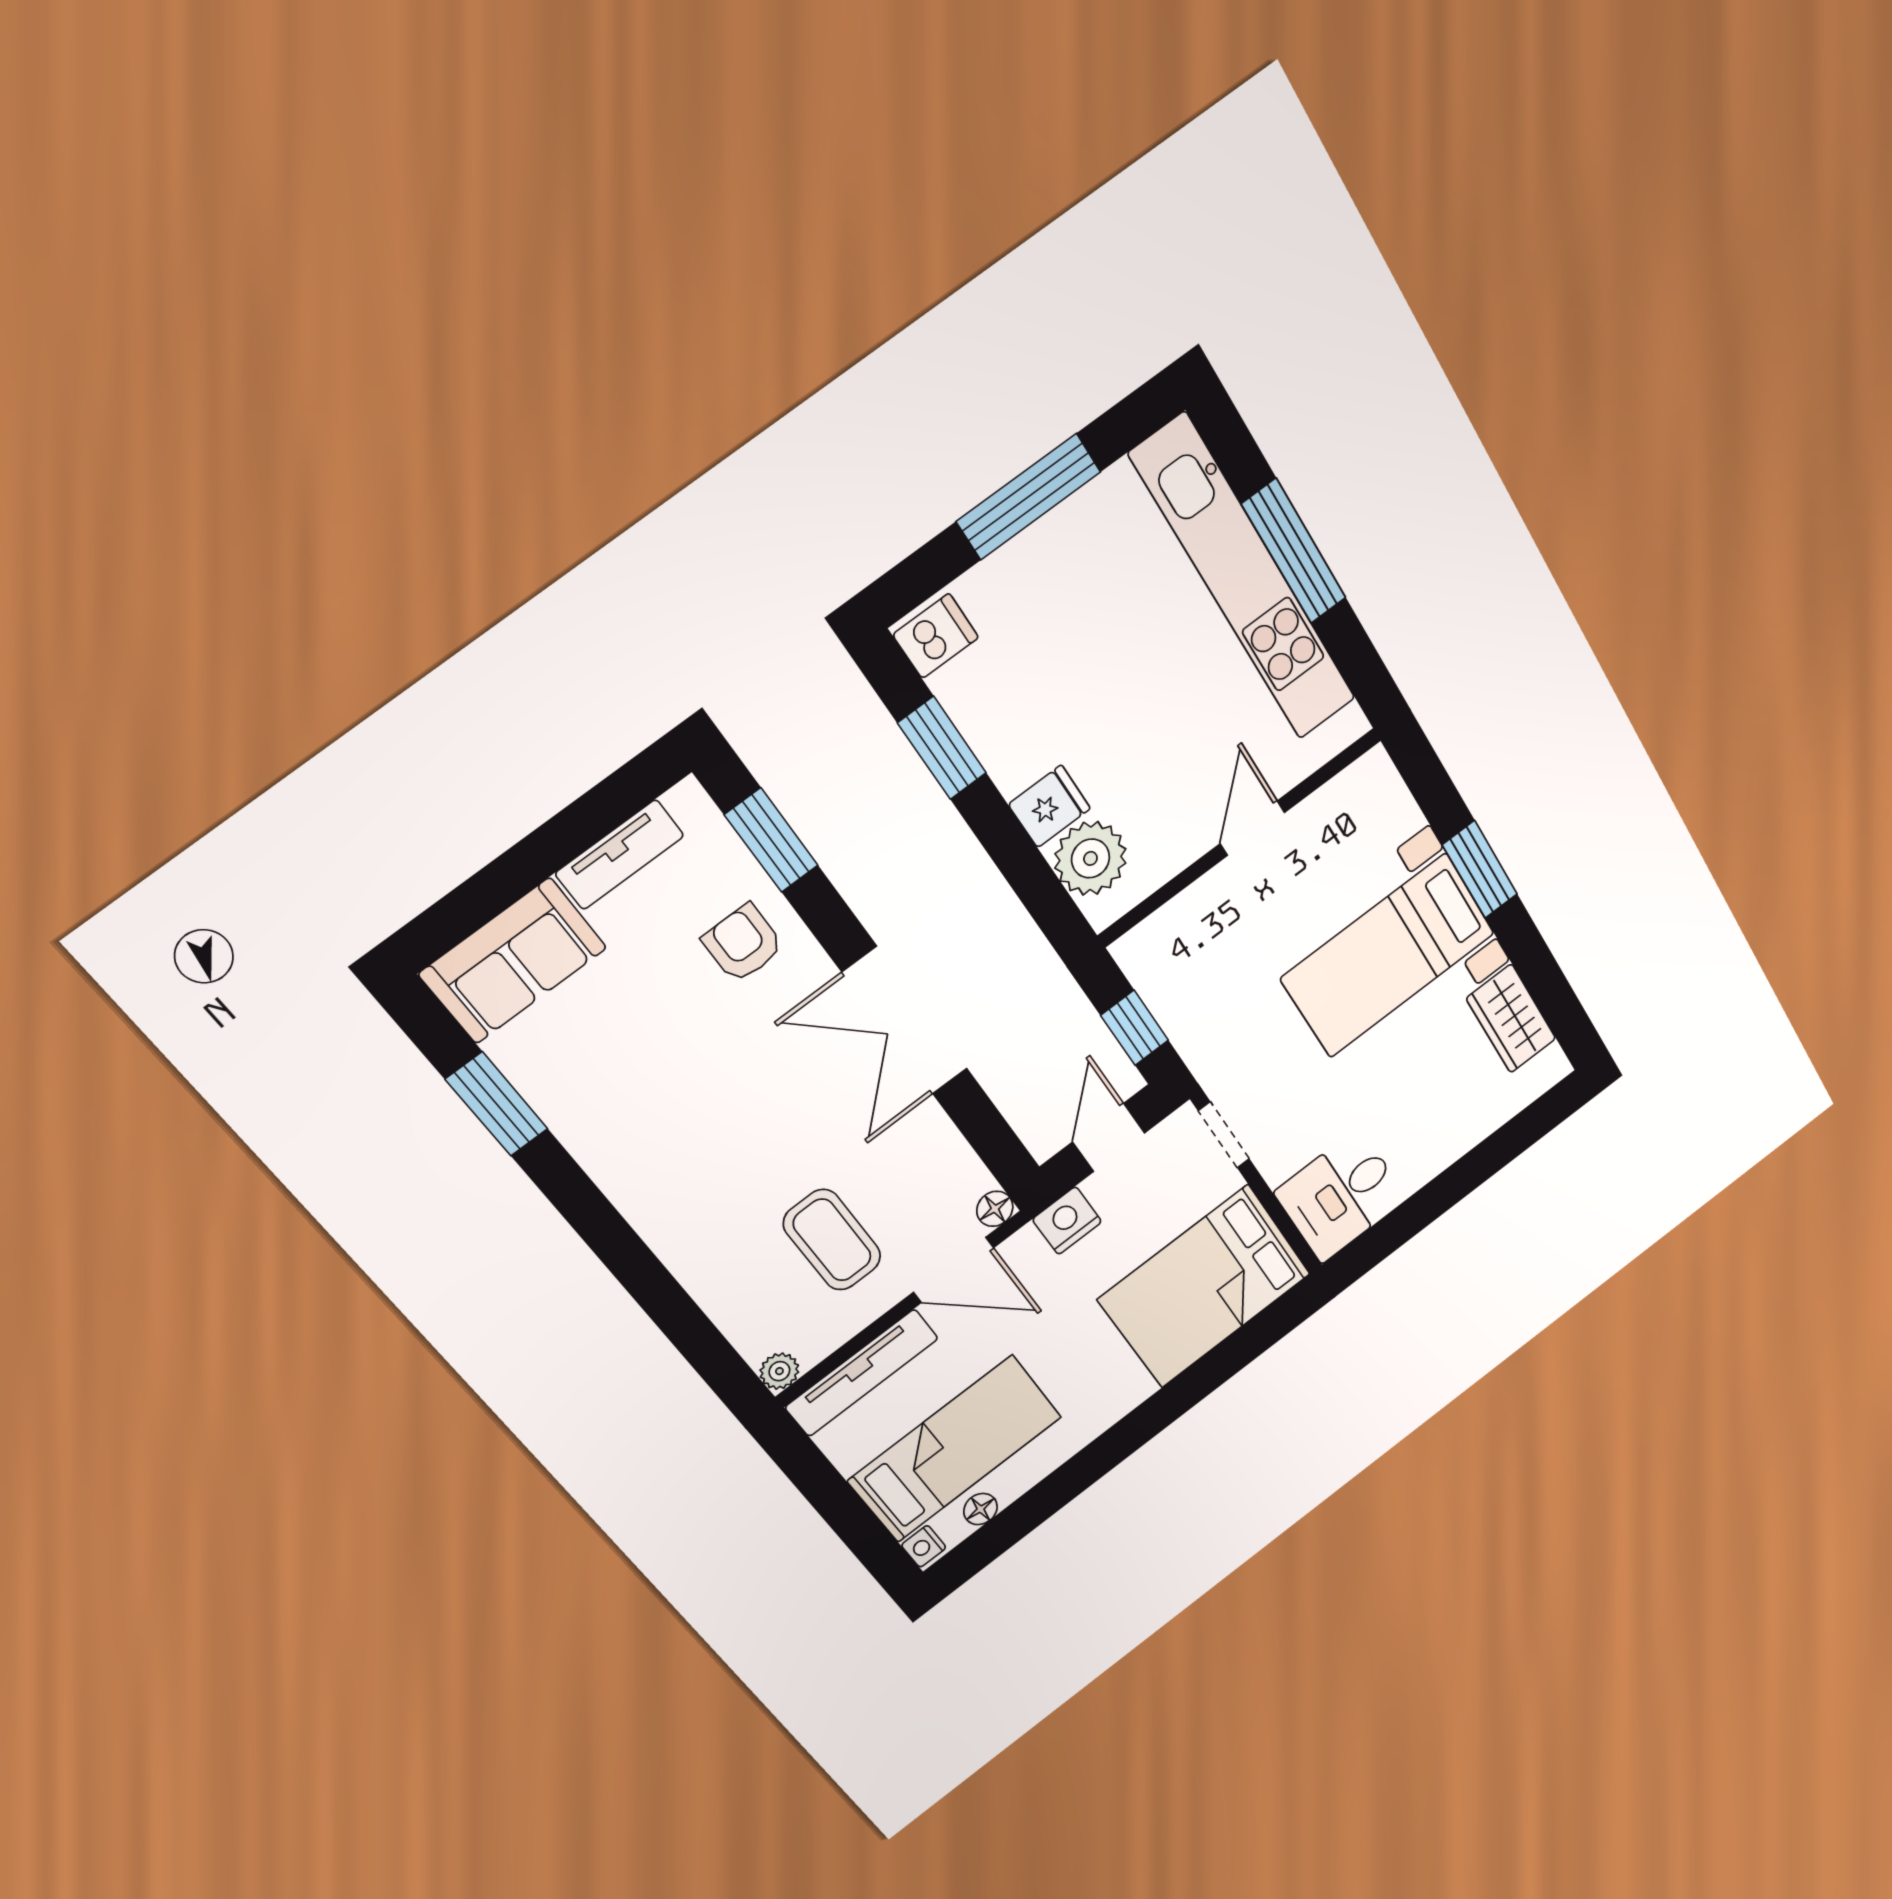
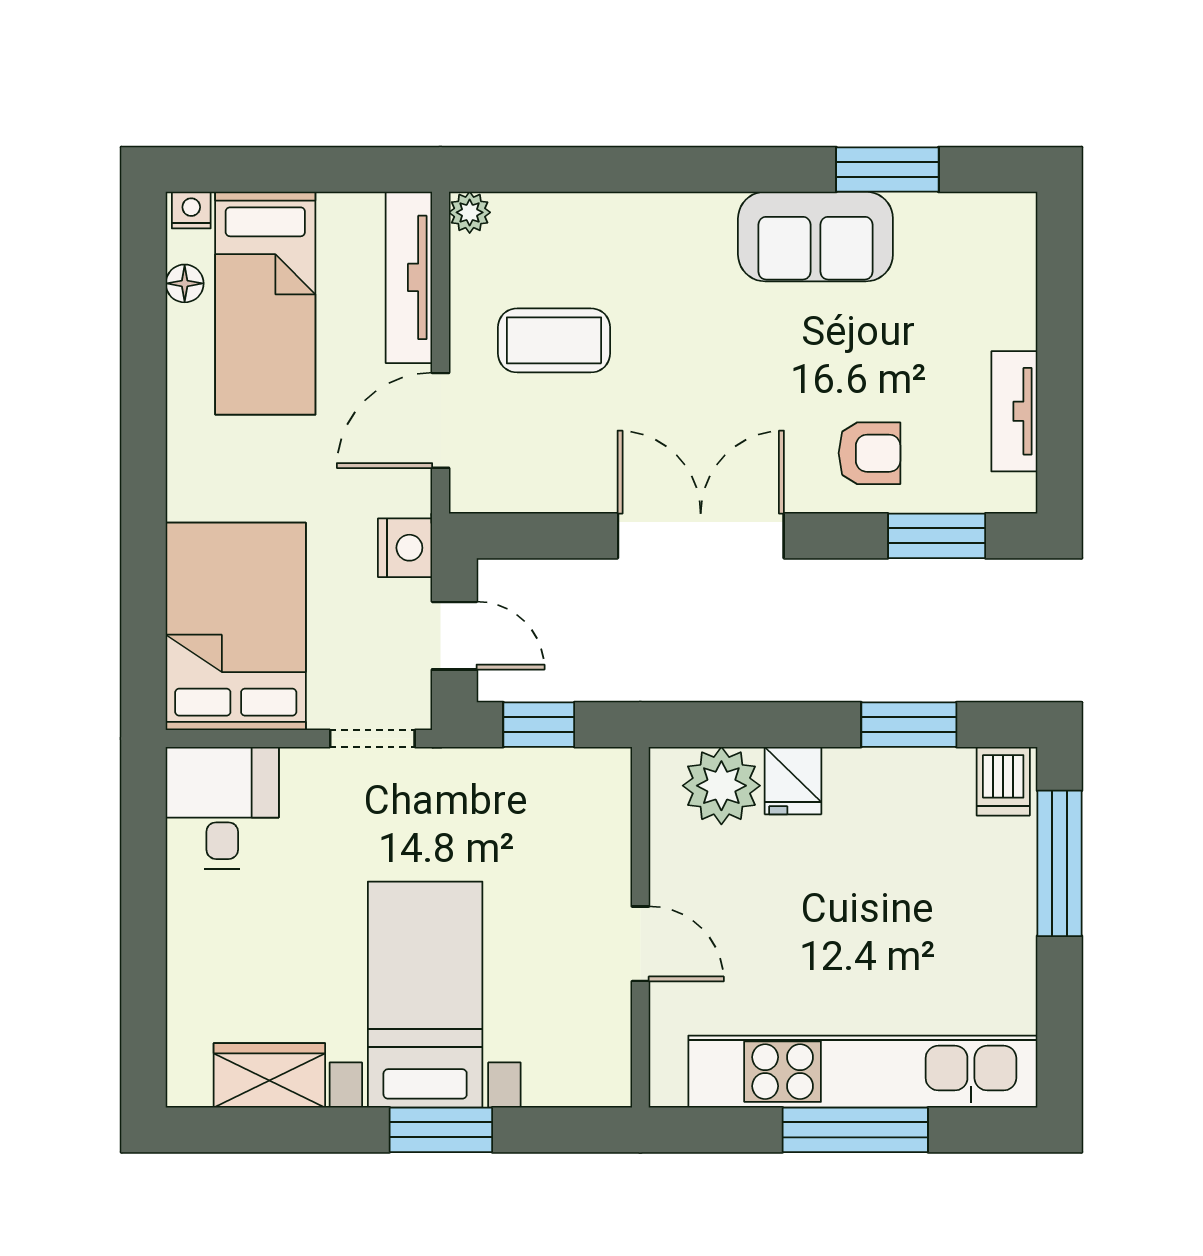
window: (1028, 497) -> (1059, 863), moved
sofa: (513, 961) -> (815, 237), moved, turned -90
floor lamp: (995, 1209) -> (469, 494), removed

